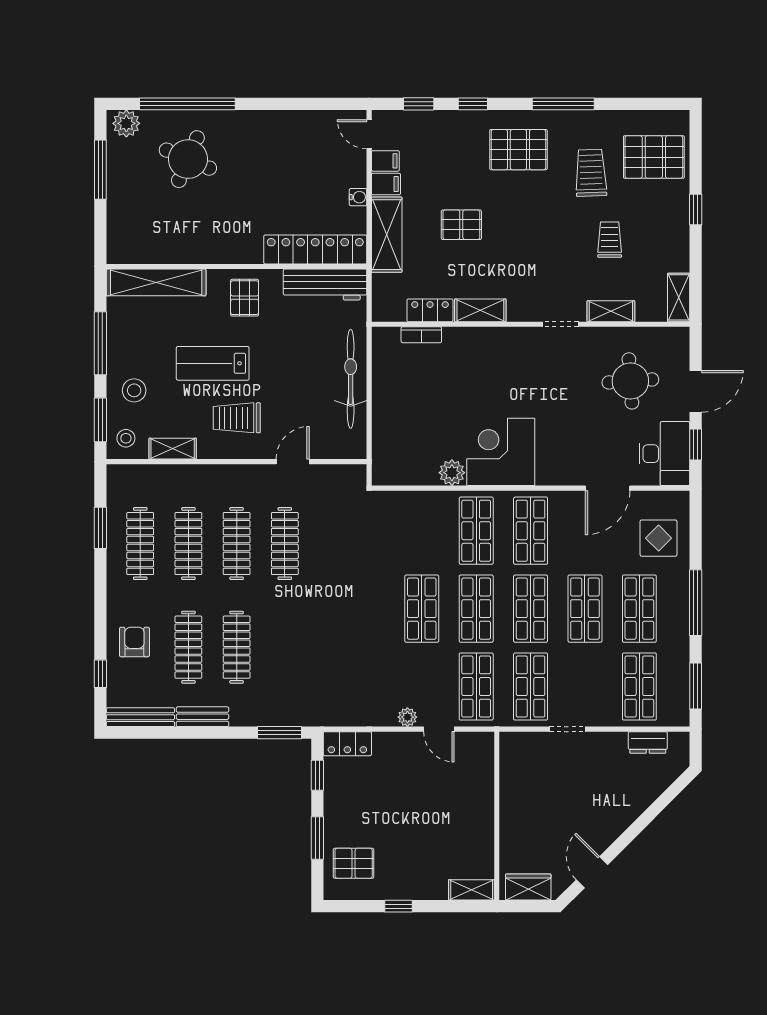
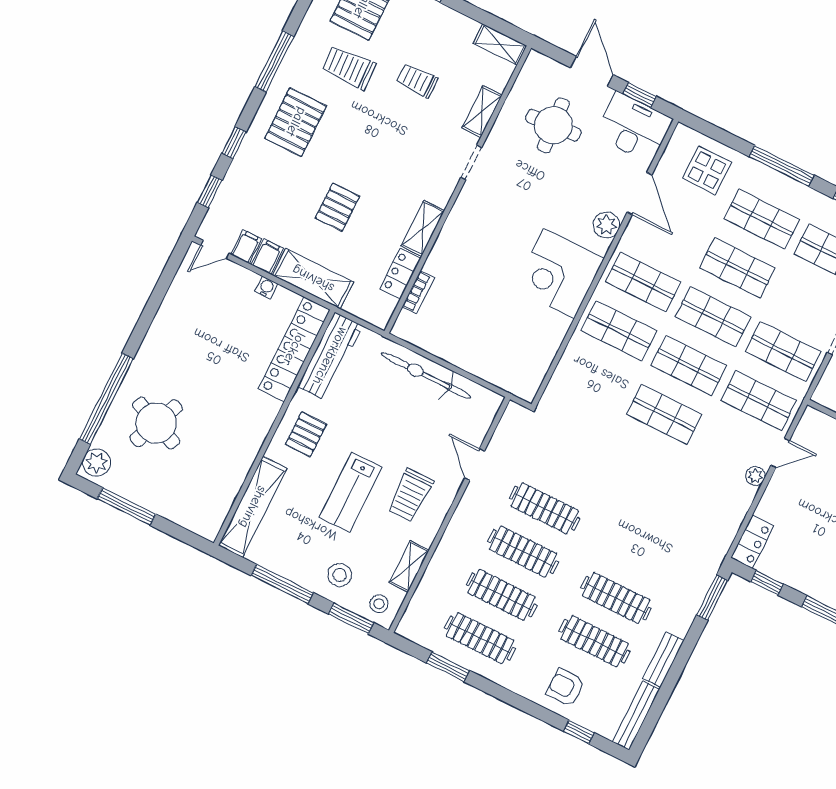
pallet: (245, 298) -> (306, 434), turned 90
plant: (452, 473) -> (606, 225), moved

